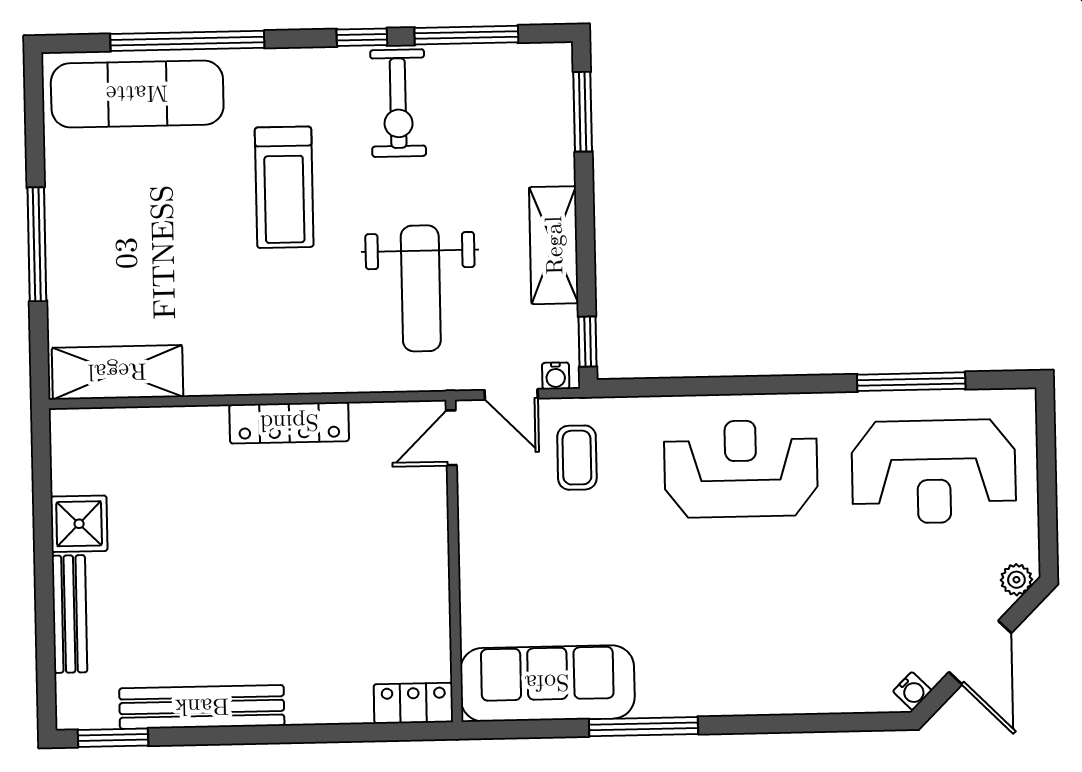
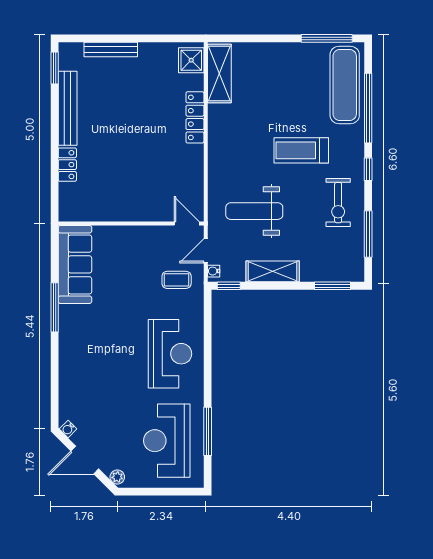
window: (362, 37) -> (368, 169), moved
exercise bike: (398, 103) -> (338, 203), turned -90
window: (37, 244) -> (327, 38), moved
locker: (289, 423) -> (195, 117), moved
shower: (79, 524) -> (191, 60), moved
locker: (413, 703) -> (67, 165), moved

